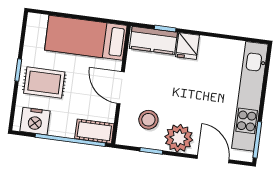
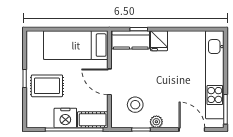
nightstand: (35, 121) -> (65, 118), moved
plant: (179, 138) -> (156, 122), width x0.53, depth x0.53

